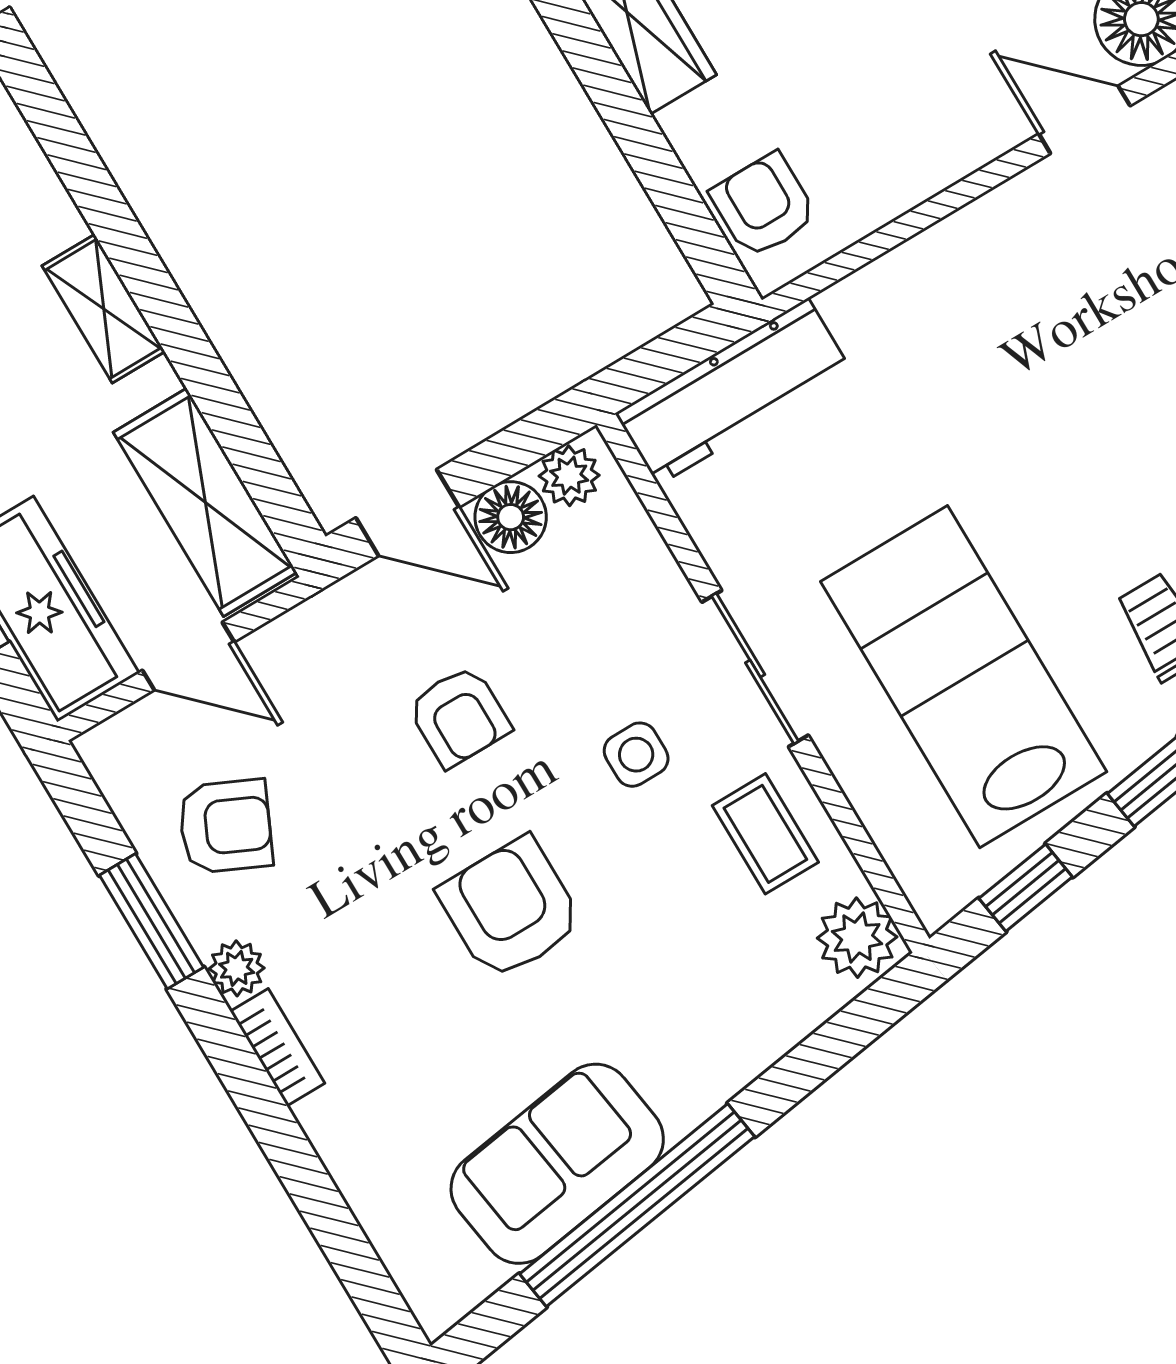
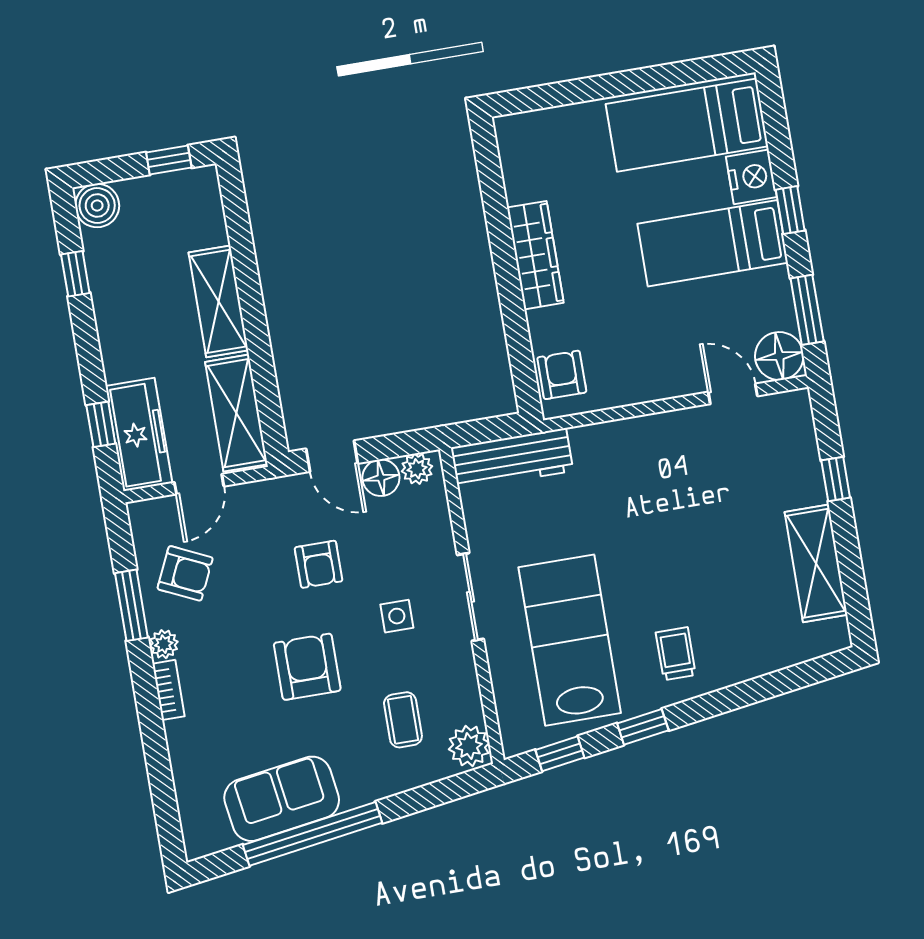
shelving: (104, 309) -> (218, 301), width x1.50, depth x1.33
door: (188, 656) -> (199, 484), hinge flipped
coffee table: (765, 834) -> (403, 720), moved

